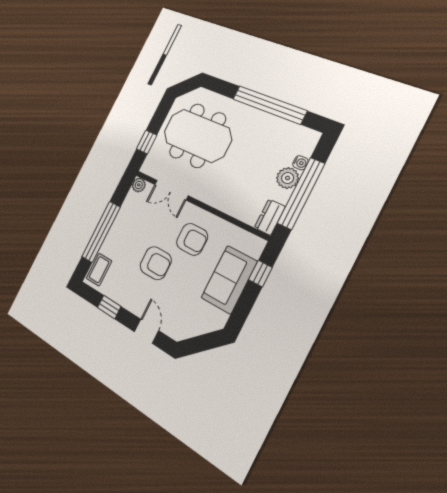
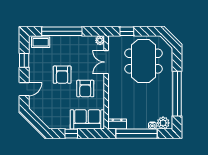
plant: (288, 178) -> (163, 123), moved
window: (260, 274) -> (71, 134), moved
sofa: (229, 280) -> (87, 119), moved

